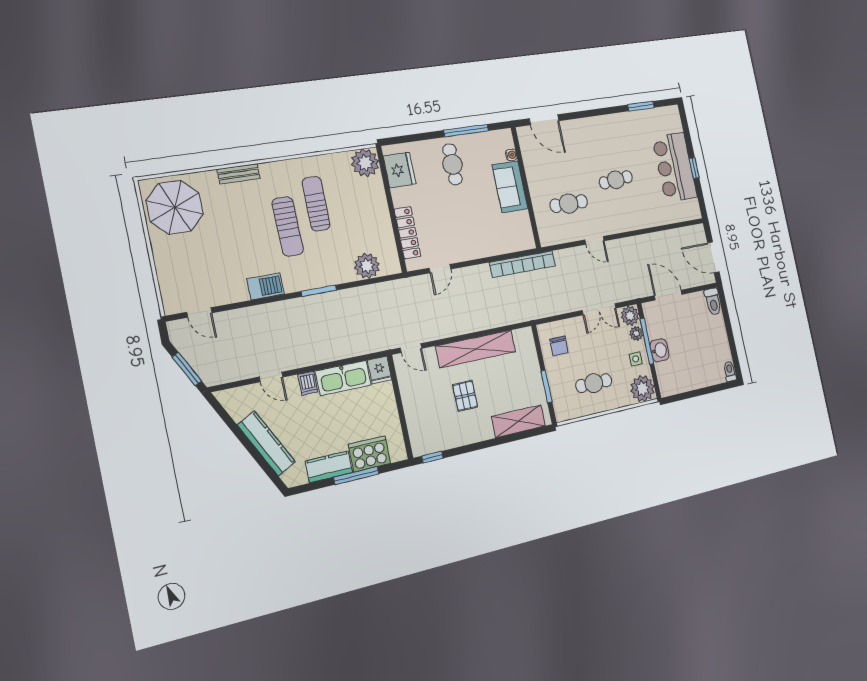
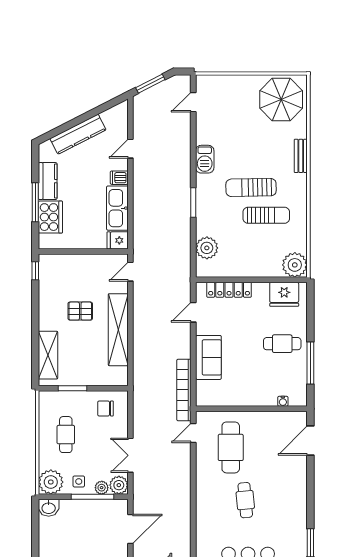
sofa: (510, 187) -> (208, 357), moved, turned 90
cafe table: (569, 204) -> (231, 447), width x1.37, depth x1.35
door: (594, 240) -> (193, 433), moved
door: (440, 269) -> (193, 312), hinge flipped
washbasin: (660, 350) -> (49, 508), moved

